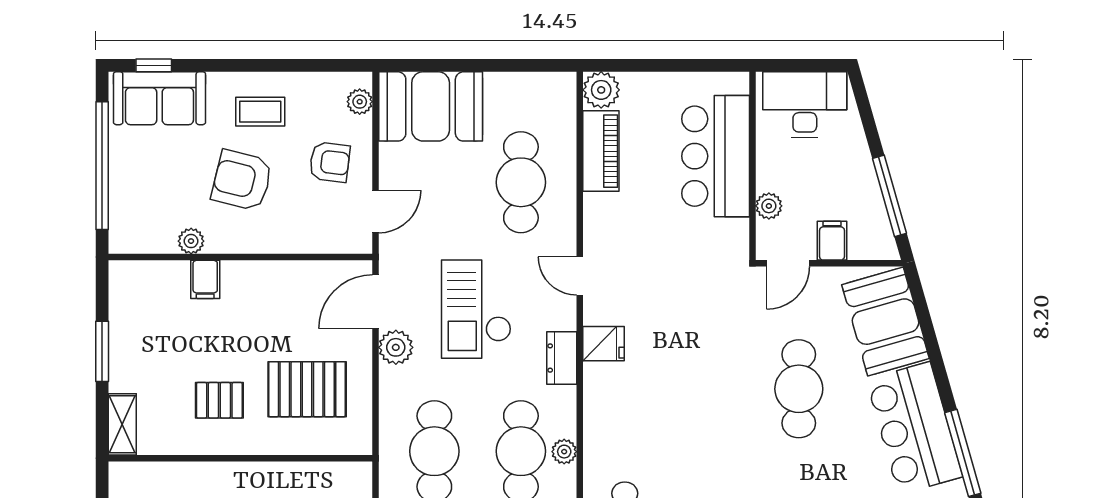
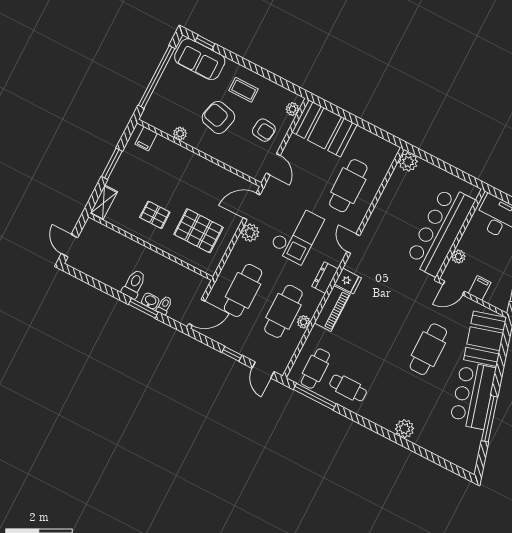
piano: (601, 151) -> (332, 308), moved
bar counter: (716, 156) -> (440, 231), width x1.36
door: (375, 212) -> (273, 164), hinge flipped
filing cabinet: (205, 279) -> (146, 139), moved
checkout: (476, 309) -> (297, 234), turned 180

